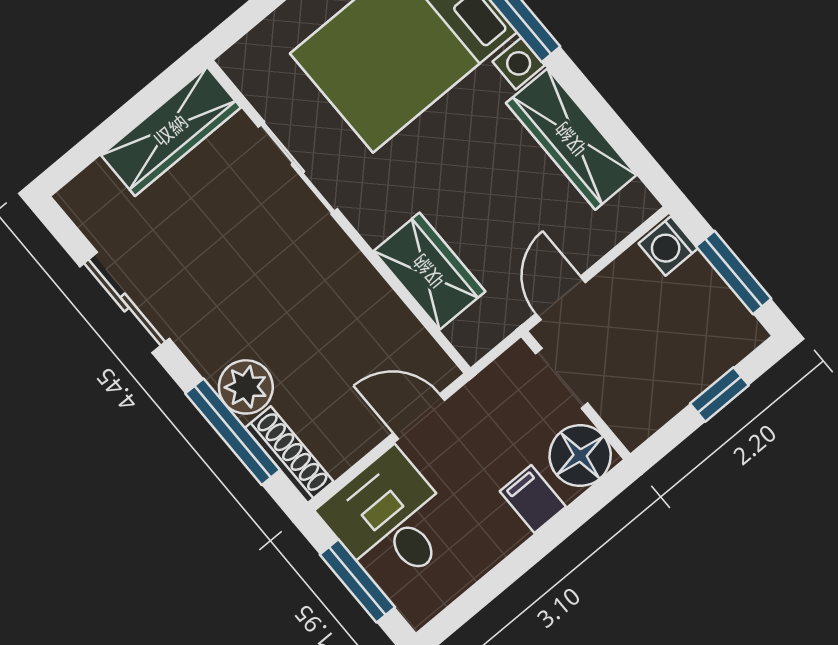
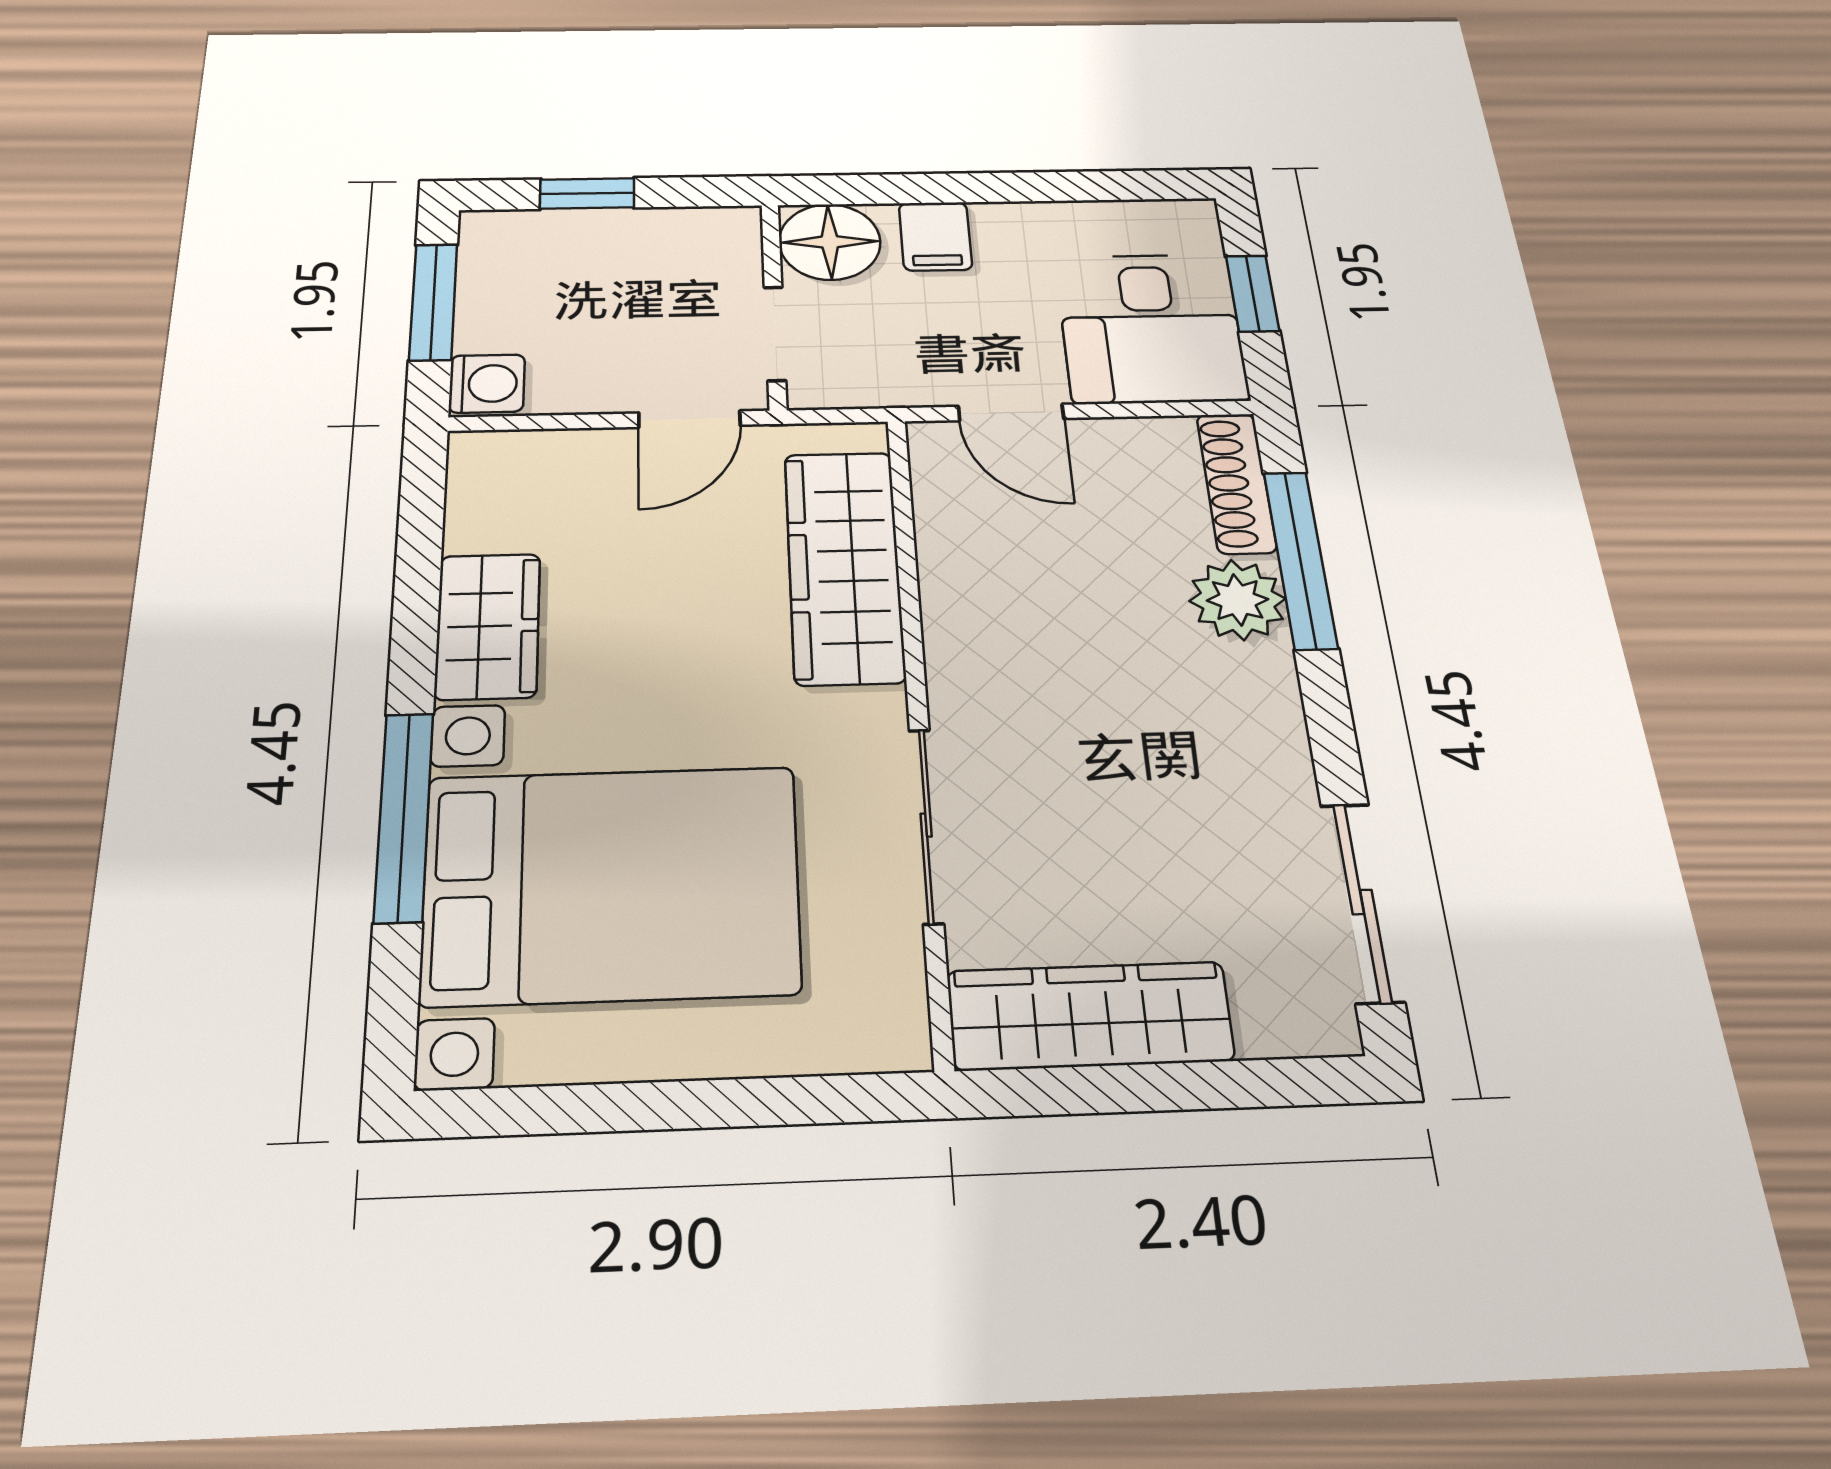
wardrobe: (571, 139) -> (488, 626), width x0.67
wardrobe: (429, 271) -> (844, 566), width x1.50
sliding door: (125, 302) -> (1362, 902), moved
window: (357, 581) -> (1252, 293), width x0.67

